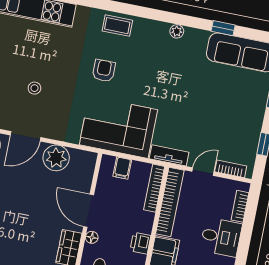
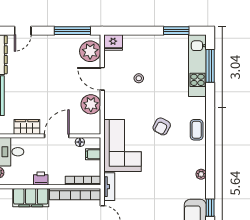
armchair: (104, 71) -> (162, 126), turned 118
floor lamp: (92, 237) -> (80, 142), moved

